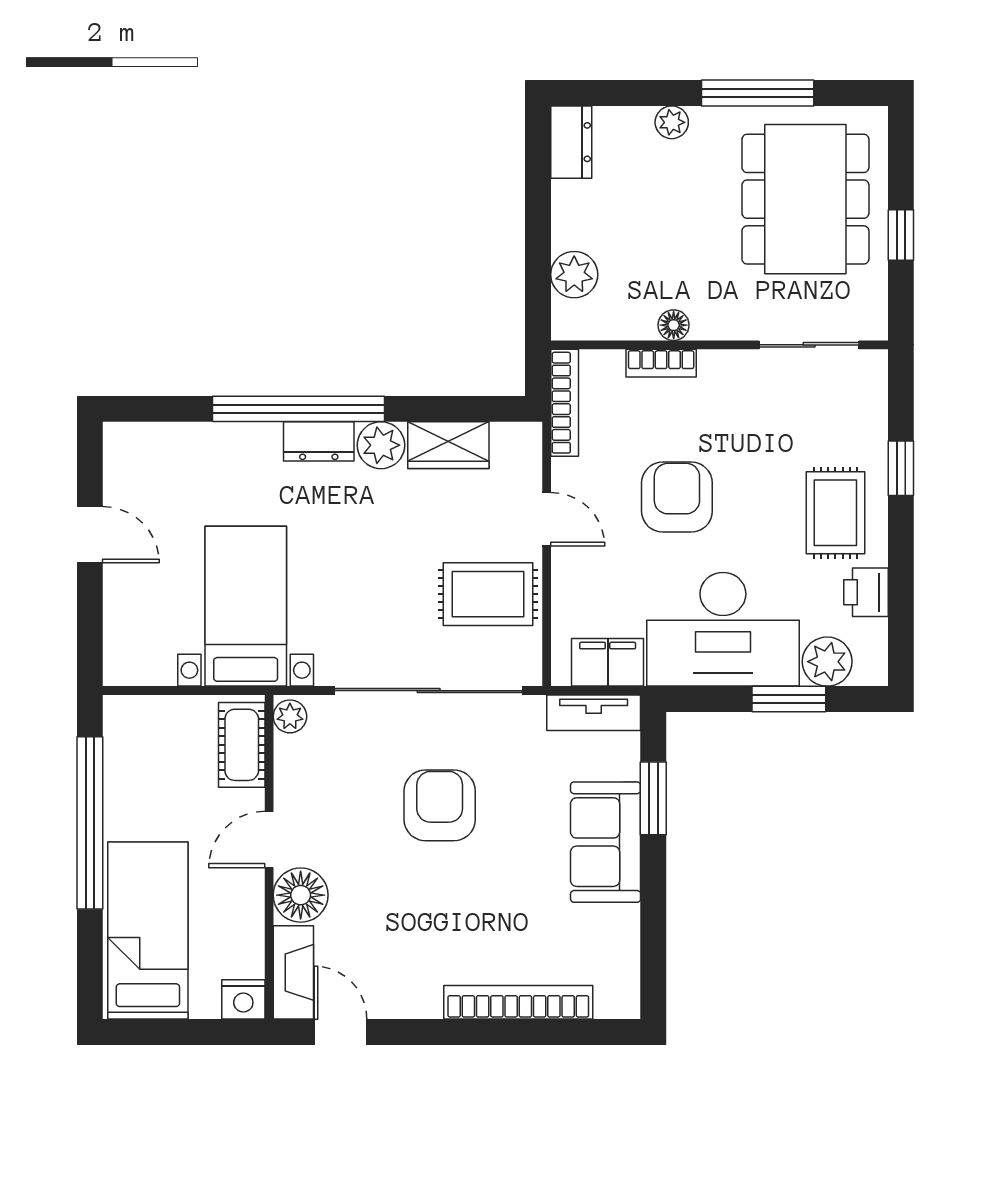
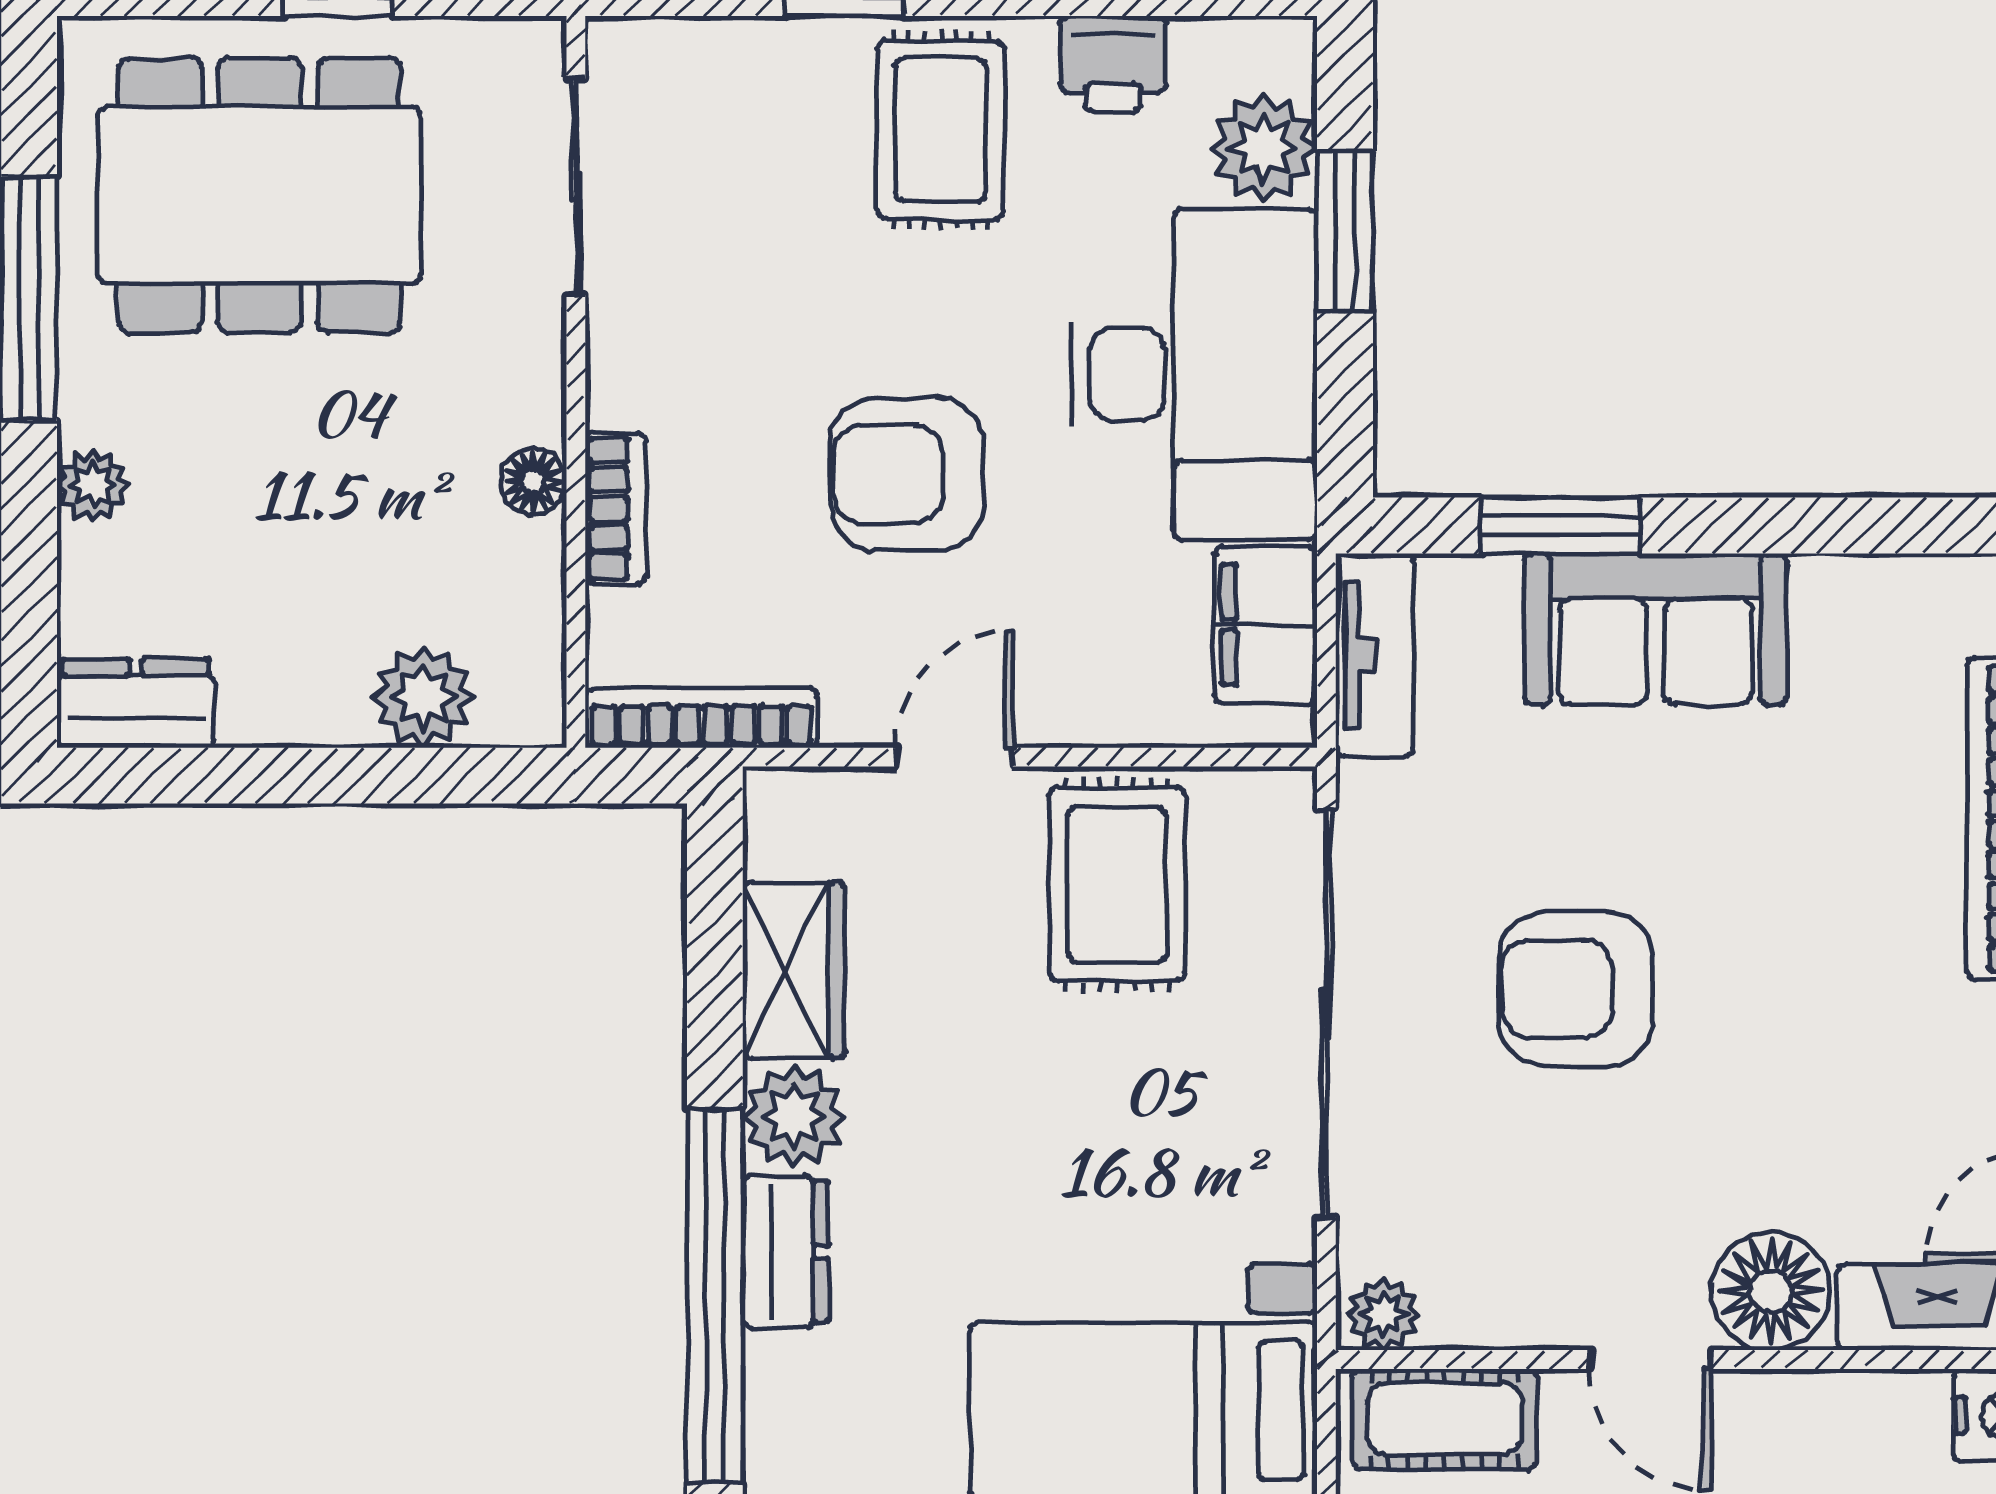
rug: (835, 513) -> (940, 130), turned 90

